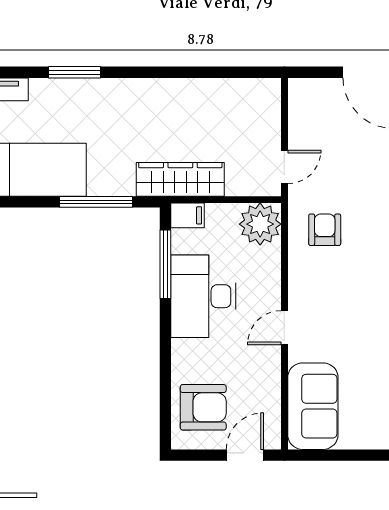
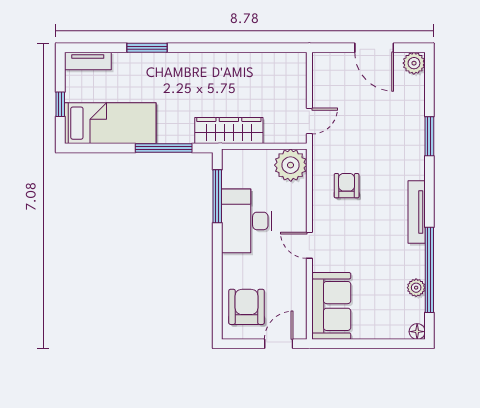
filing cabinet: (187, 215) -> (234, 158), removed
armchair: (325, 230) -> (347, 186), moved
door: (284, 328) -> (309, 245), hinge flipped
armchair: (203, 407) -> (247, 307), turned -90

